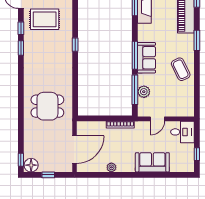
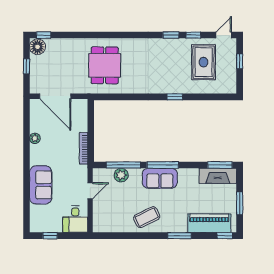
door: (157, 119) -> (90, 191), swing flipped

